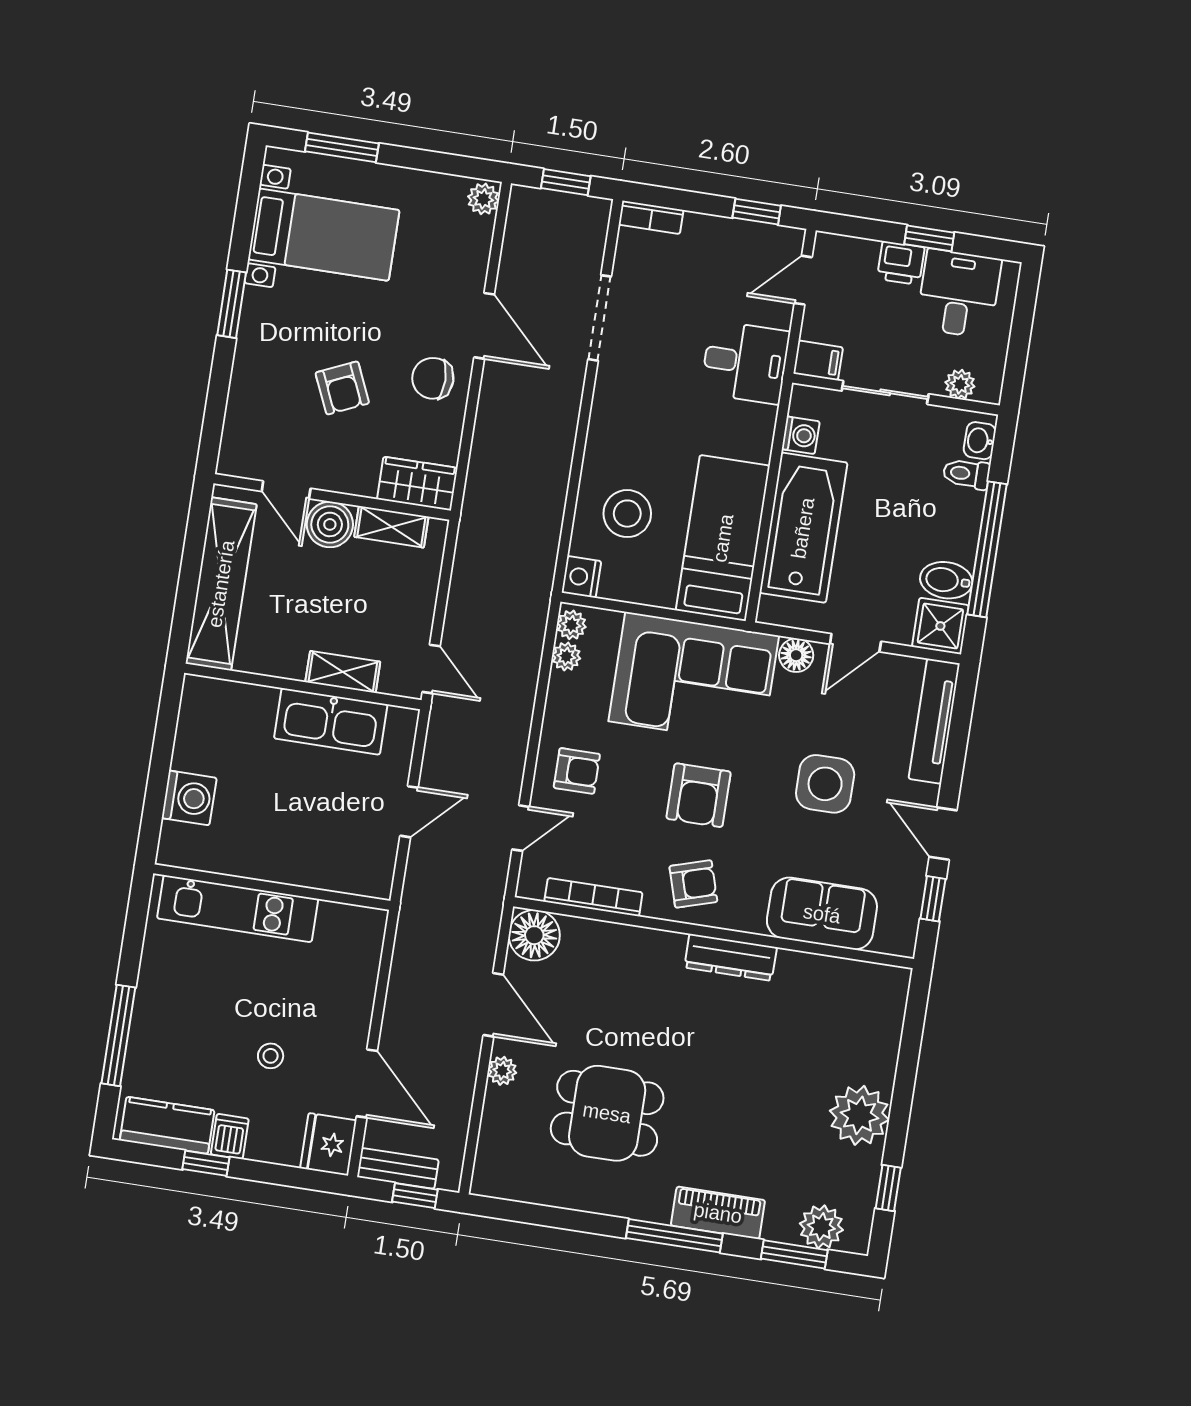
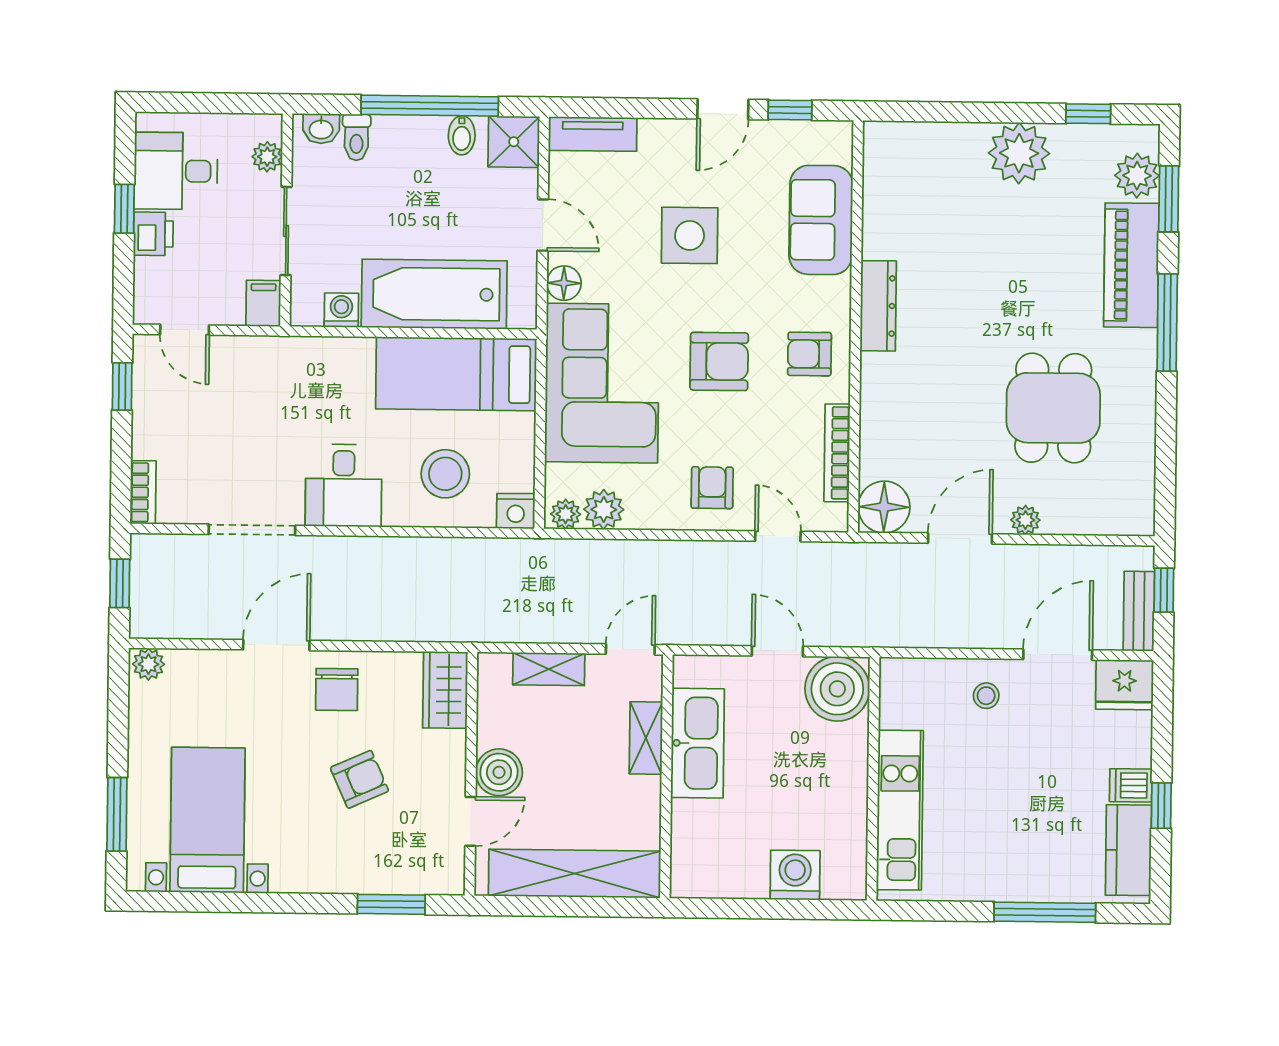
window: (232, 304) -> (391, 904), moved
desk: (745, 362) -> (344, 485), moved, turned 180
shelving: (391, 527) -> (549, 669), moved, turned 90
bidet: (946, 580) -> (462, 135), width x0.72, depth x0.74
plant: (566, 656) -> (604, 509), width x1.38, depth x1.38
tv unit: (934, 721) -> (593, 134), width x0.71
boiler: (364, 865) -> (837, 689), added
armchair: (693, 884) -> (809, 354), turned -73
stool: (271, 1056) -> (986, 696), moved
piano: (718, 1213) -> (1131, 265), width x1.37, depth x1.33

